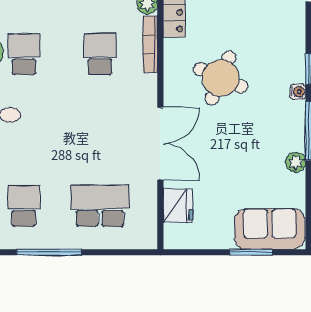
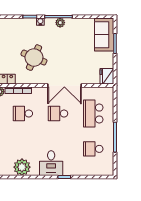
school desk: (24, 54) -> (58, 114), moved
double door: (160, 144) -> (64, 85), swing flipped
plant: (296, 162) -> (60, 23), moved
fridge: (178, 206) -> (107, 76), moved, turned -90

